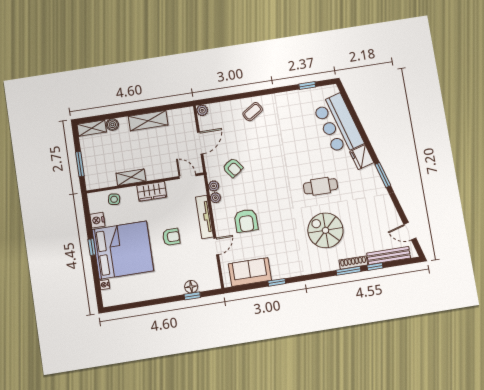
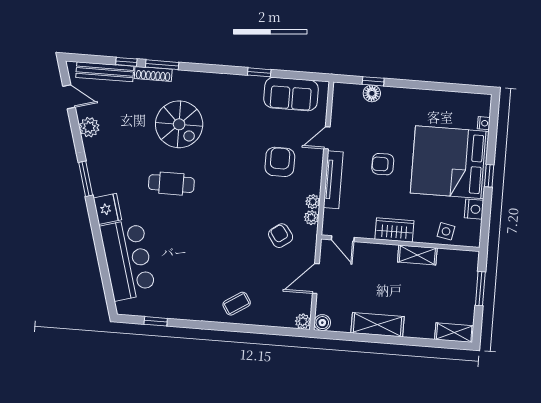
boiler: (112, 125) -> (322, 323), moved
plant: (390, 213) -> (89, 127), added

